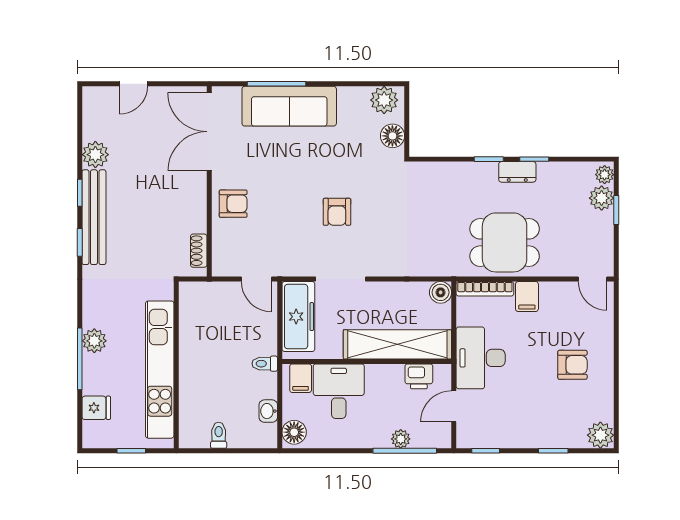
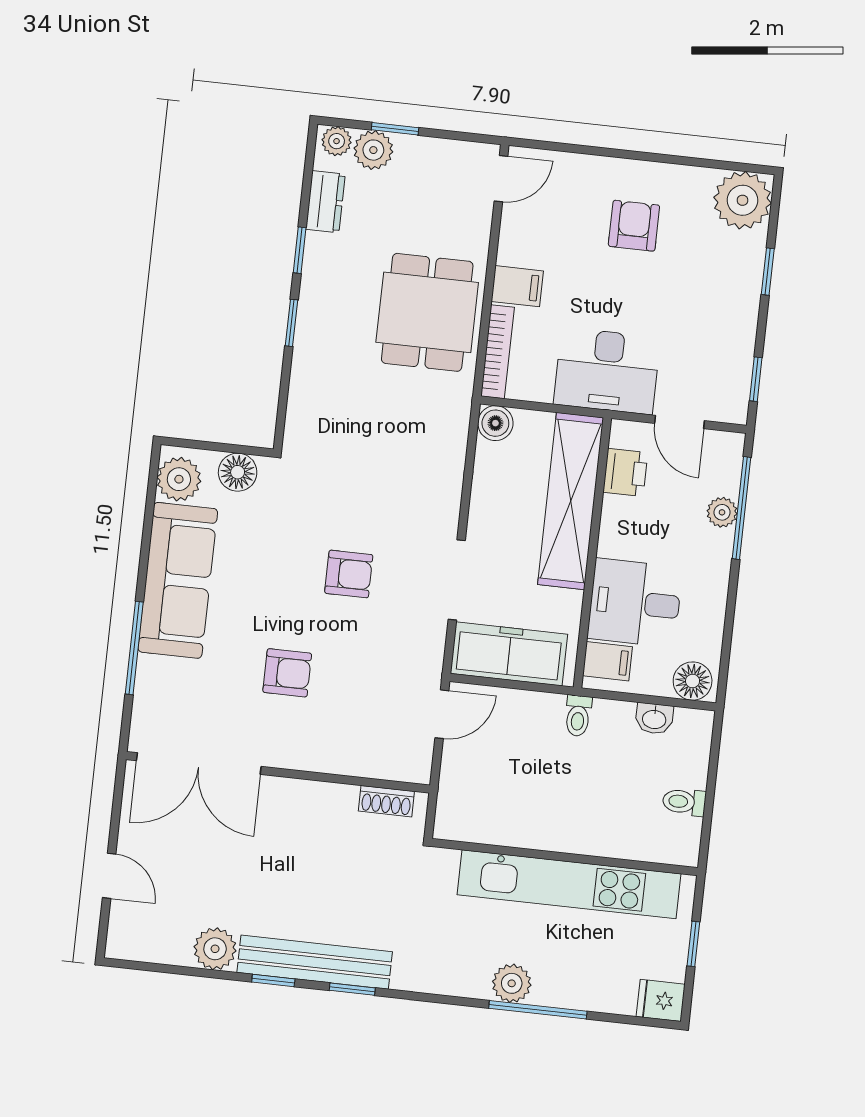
sofa: (289, 106) -> (178, 580), moved
dresser: (517, 172) -> (325, 202), moved
armchair: (233, 204) -> (287, 673), moved, turned 90
fridge: (96, 408) -> (661, 1000), moved, turned -90
plant: (600, 435) -> (743, 200), width x1.36, depth x1.36

